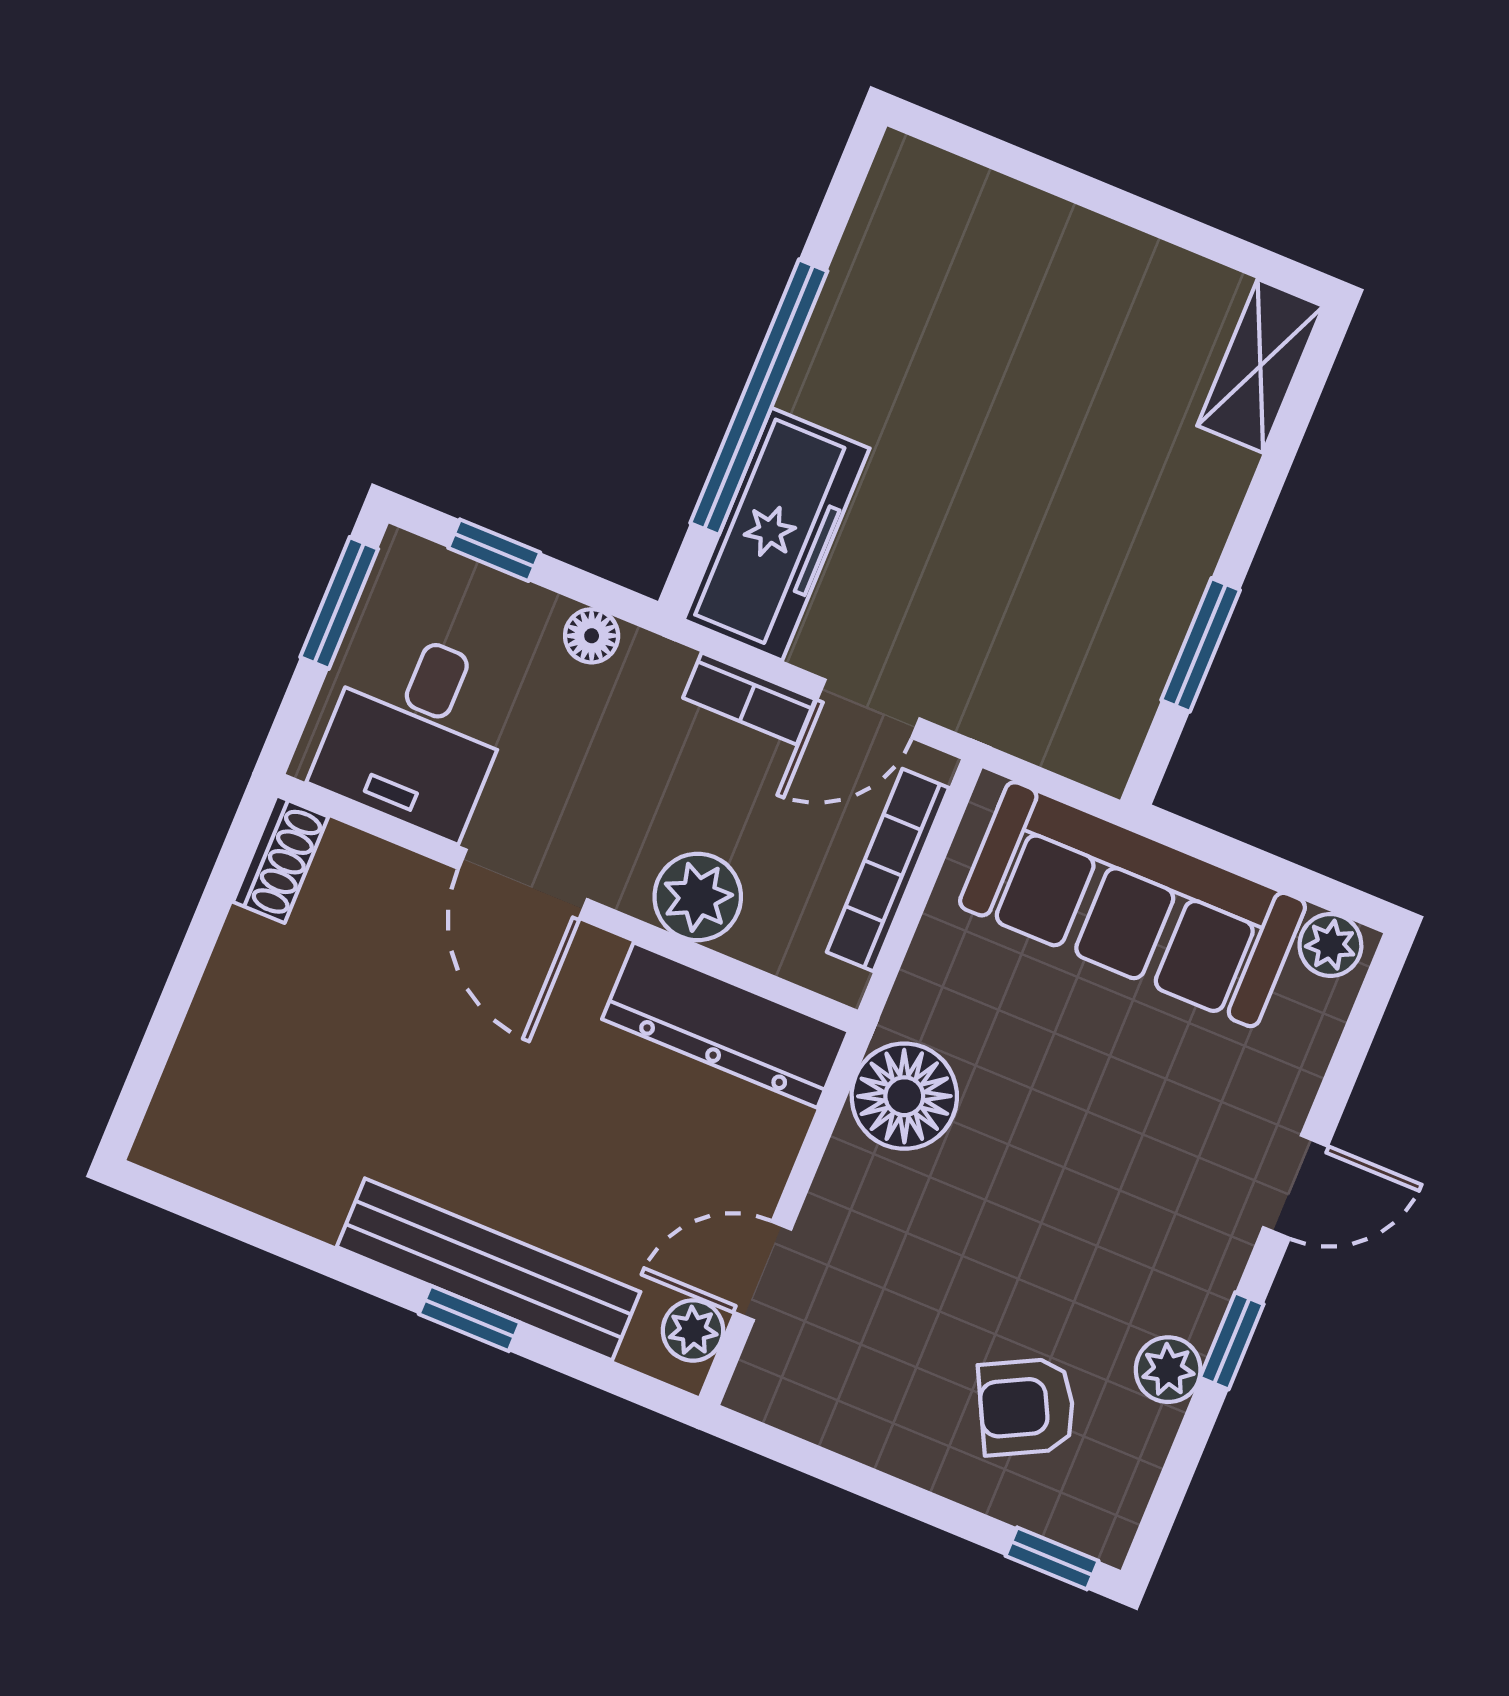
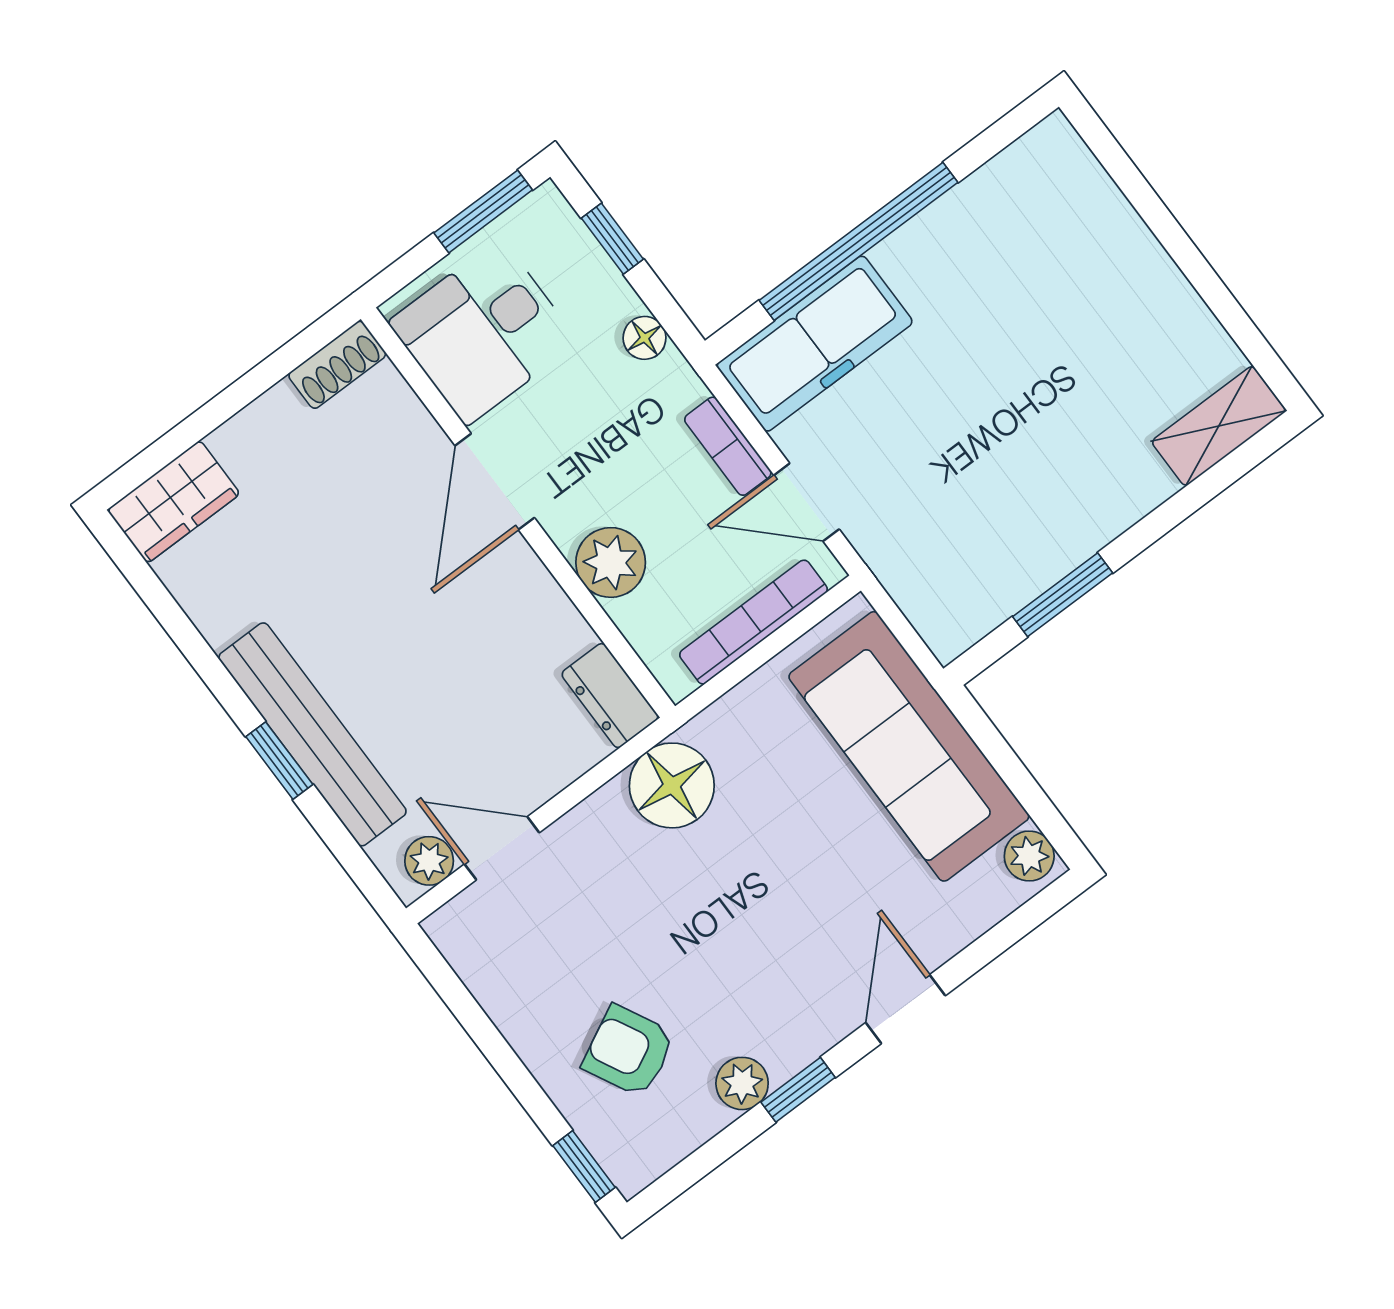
dresser: (725, 1025) -> (610, 696), width x0.51, depth x0.80
wardrobe: (193, 1109) -> (174, 502), added
door: (1295, 1187) -> (905, 1009), swing flipped

